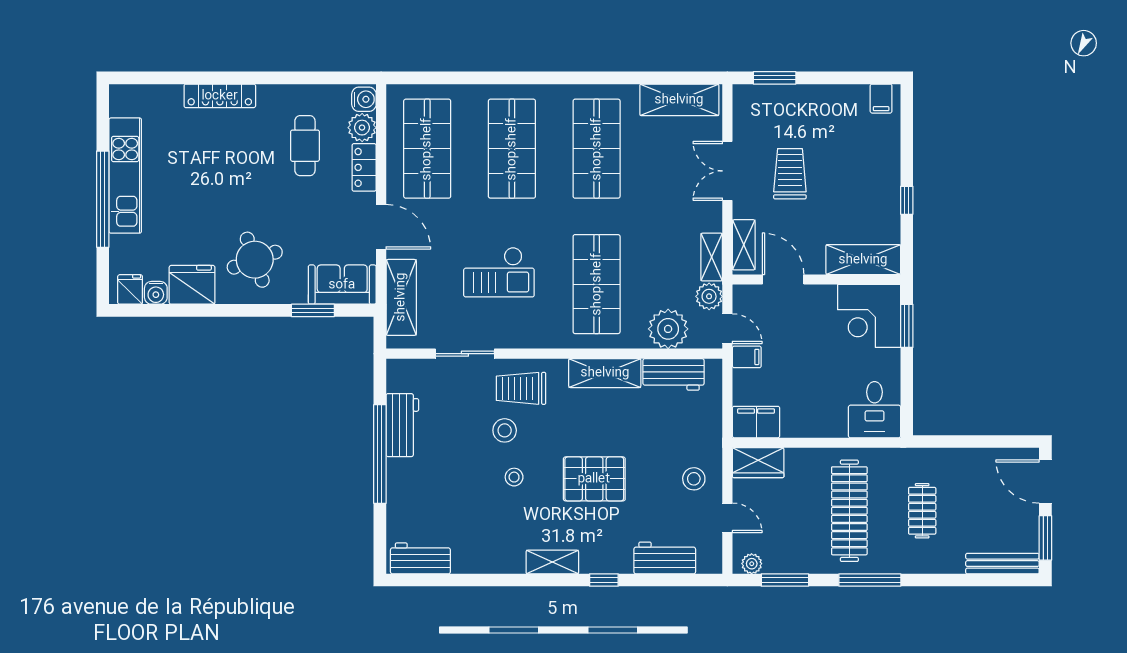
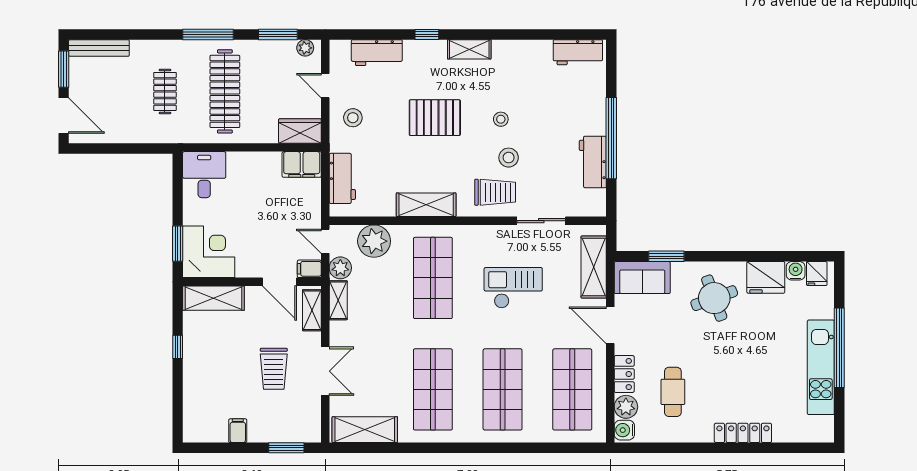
filing cabinet: (881, 99) -> (238, 431), moved
filing cabinet: (747, 357) -> (309, 269), moved
workbench: (674, 374) -> (342, 178), moved, turned 90

